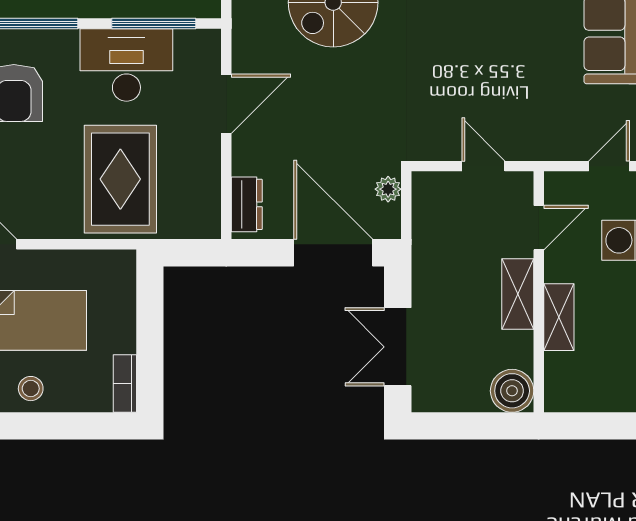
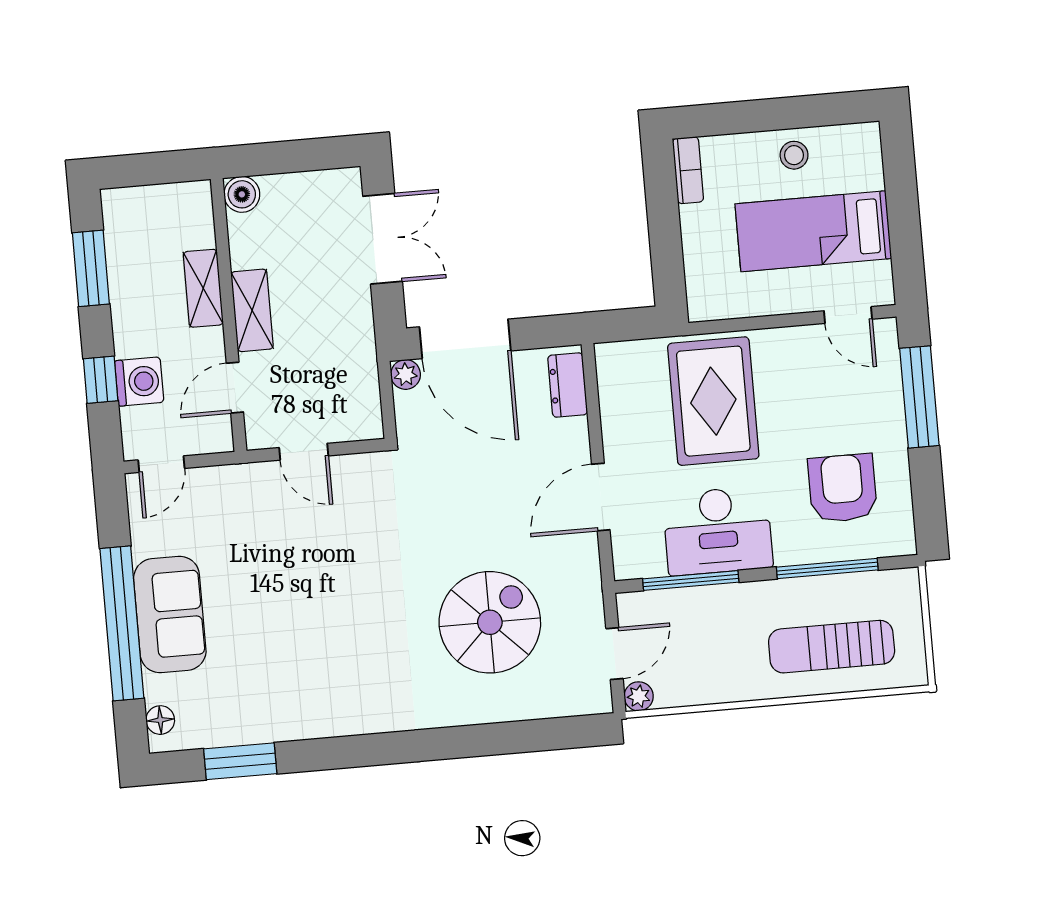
plant: (388, 189) -> (406, 374), moved
boiler: (512, 391) -> (242, 194), width x0.73, depth x0.73

